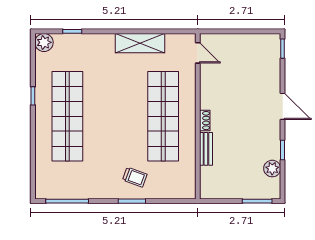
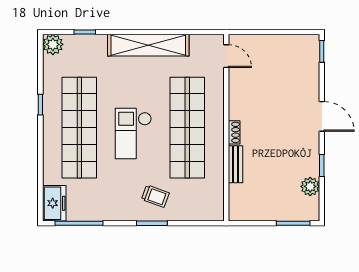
shelving: (140, 43) -> (148, 45), width x1.47
checkout: (115, 122) -> (133, 134), added
freezer: (45, 183) -> (54, 203), added

